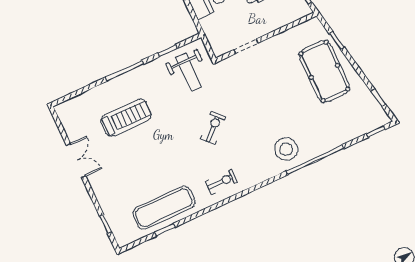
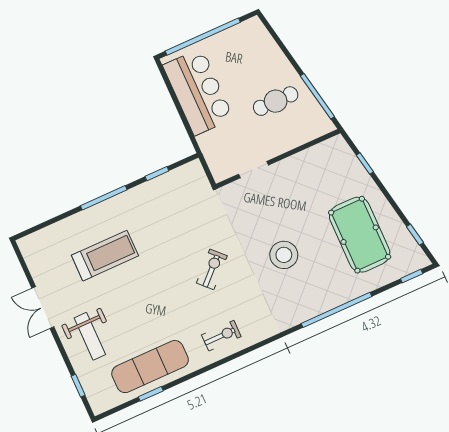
pool table: (324, 71) -> (360, 235), moved
weight bench: (189, 72) -> (90, 336), moved
stool: (286, 149) -> (284, 255), moved
double door: (76, 161) -> (43, 307), swing flipped

